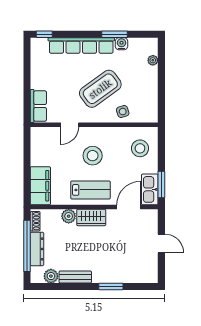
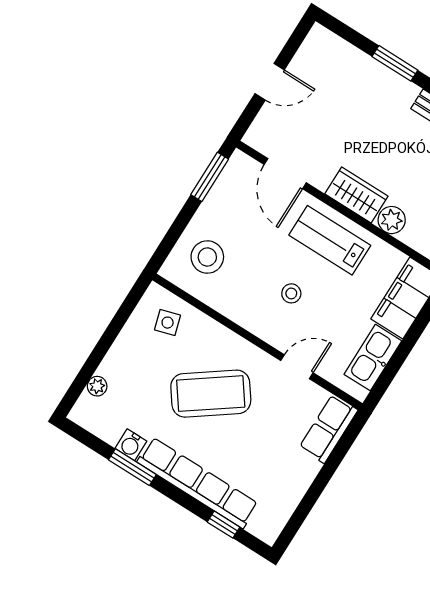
window: (44, 34) -> (224, 525), moved
side table: (123, 112) -> (168, 323), moved
stool: (93, 156) -> (291, 293), width x0.53, depth x0.53
kitchen sink: (150, 189) -> (373, 358), moved, turned 180
door: (129, 207) -> (285, 174), hinge flipped
door: (161, 243) -> (270, 82), swing flipped

